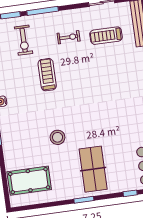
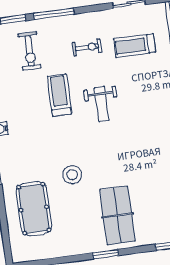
weight bench: (80, 82) -> (102, 104), added
pool table: (29, 181) -> (34, 209), moved, turned 90

